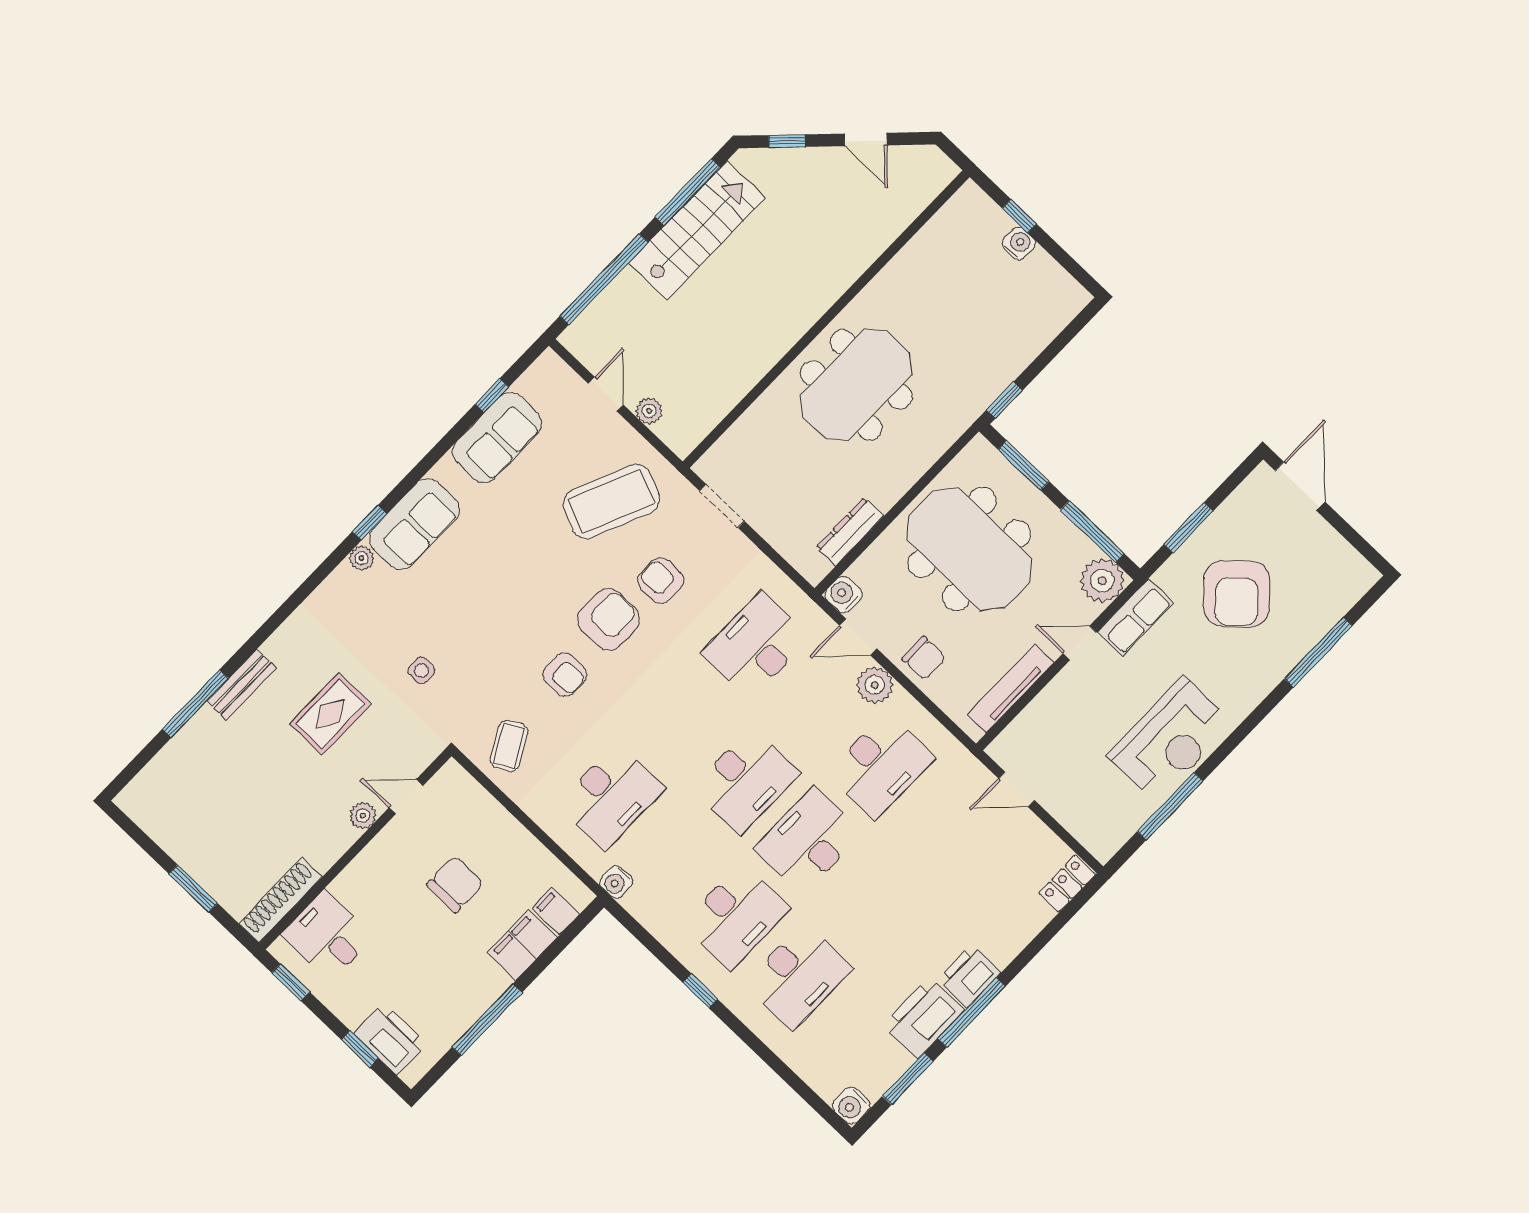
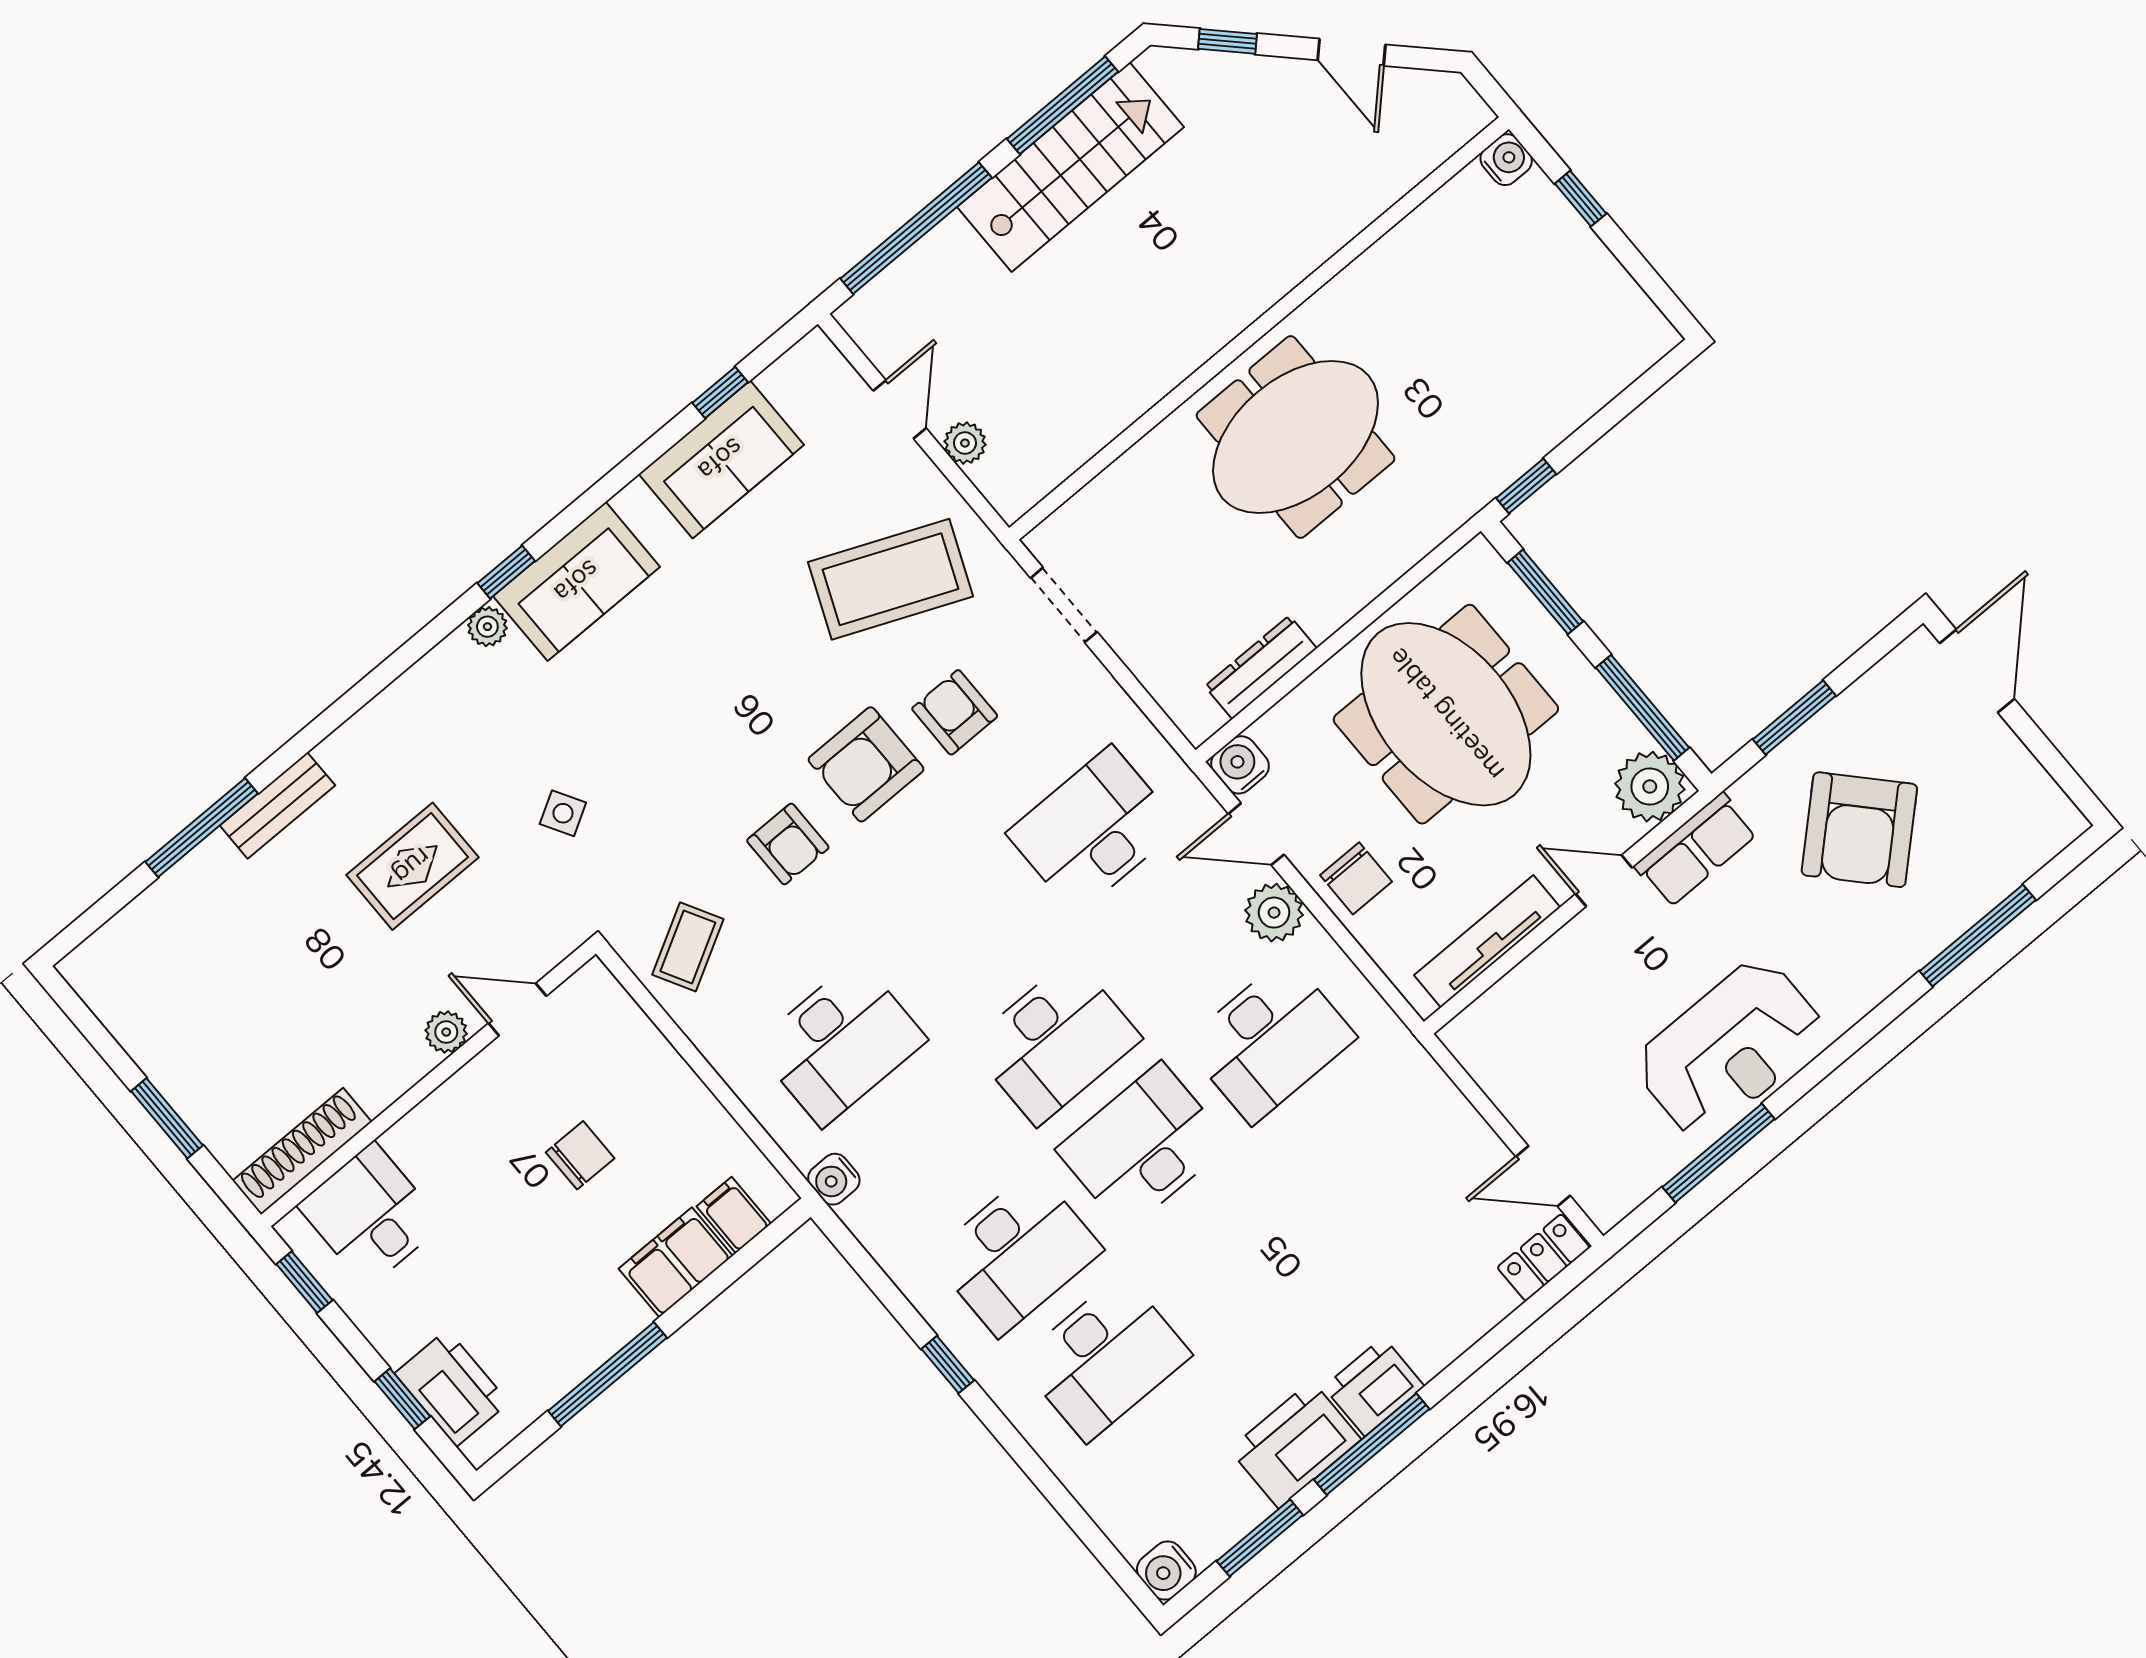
water cooler: (1019, 243) -> (1506, 160), moved
armchair: (608, 619) -> (866, 764), turned 180
side table: (421, 670) -> (563, 813), turned -30
door: (1017, 789) -> (1543, 1176), moved
chair: (455, 884) -> (580, 1155), width x0.73, depth x0.73

